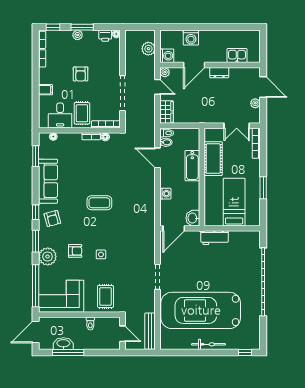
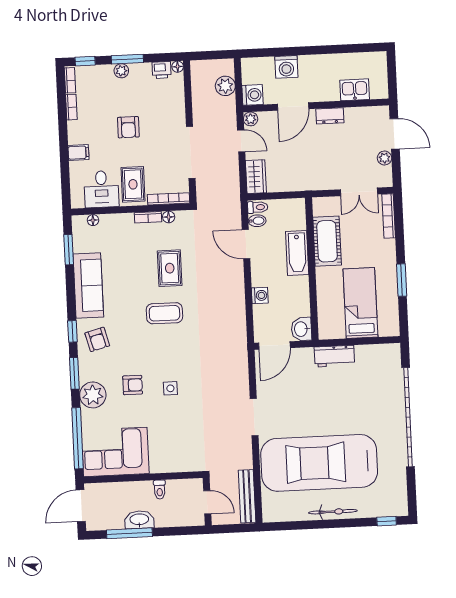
rug: (105, 296) -> (170, 268), moved
washbasin: (63, 344) -> (139, 520), moved

